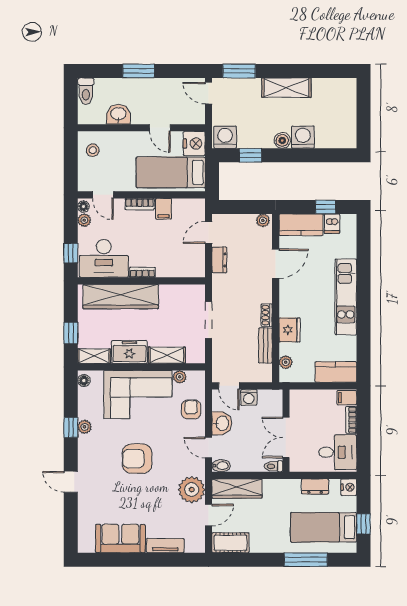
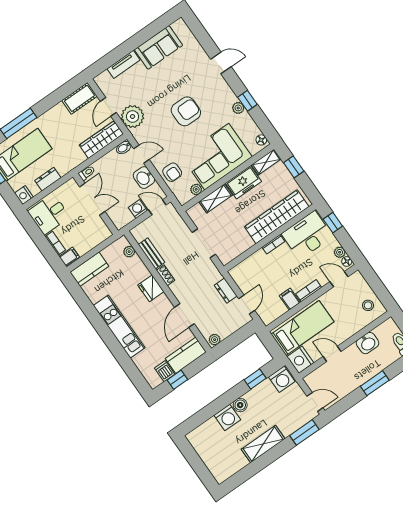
fridge: (290, 330) -> (151, 288), moved

